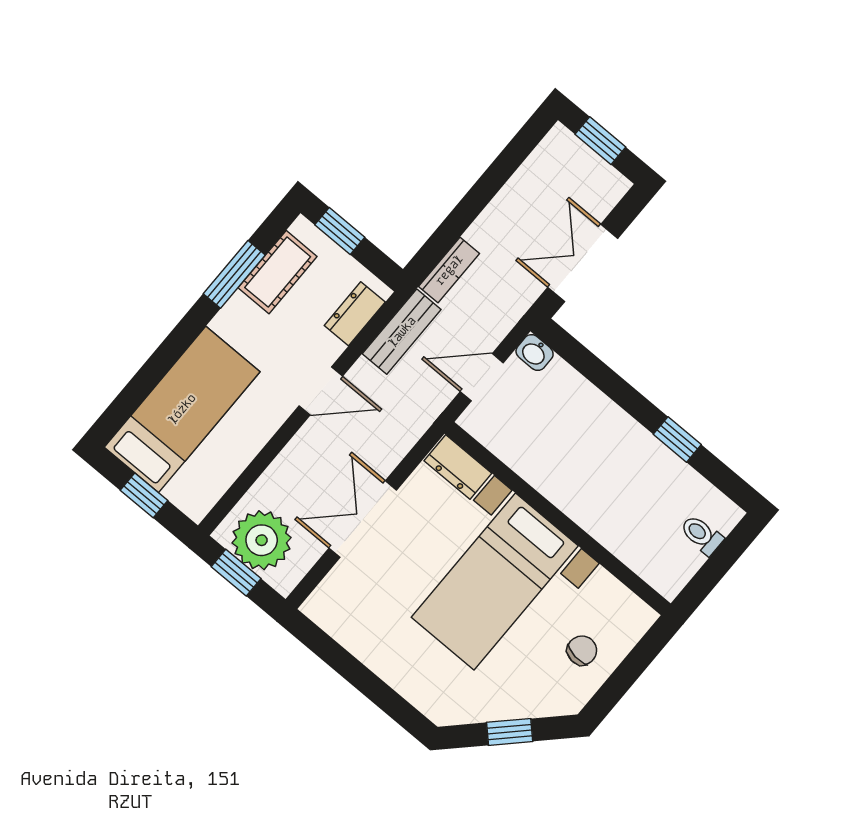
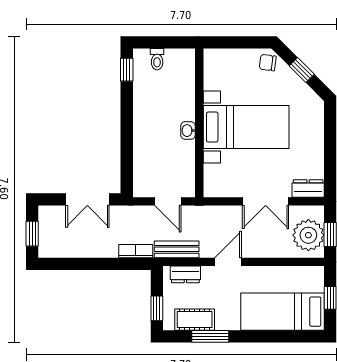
washbasin: (535, 353) -> (188, 131), moved, turned 180
door: (321, 391) -> (228, 262), hinge flipped
window: (677, 439) -> (127, 70), moved
dresser: (458, 467) -> (308, 188), moved, turned -90
chair: (582, 650) -> (268, 63), moved

